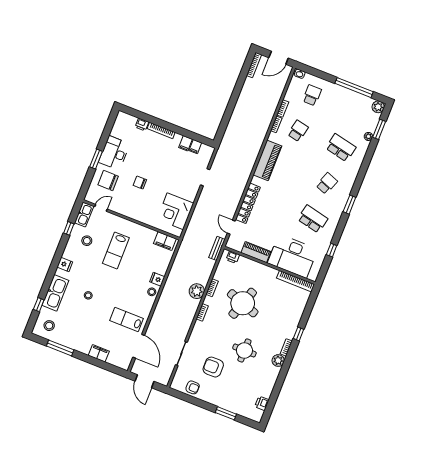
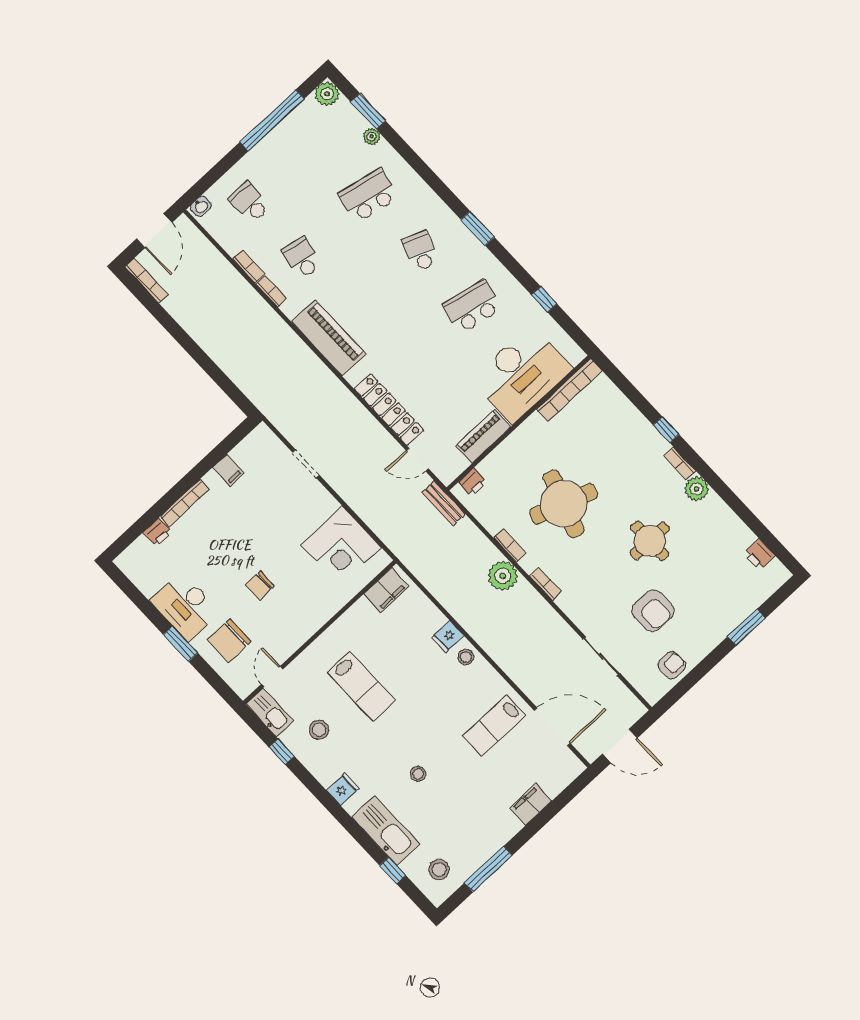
filing cabinet: (195, 147) -> (243, 455), removed
armchair: (213, 367) -> (653, 611), turned -90

